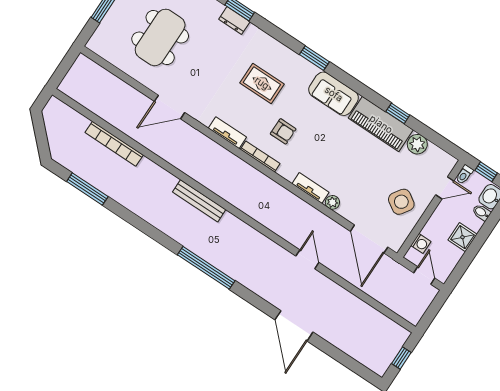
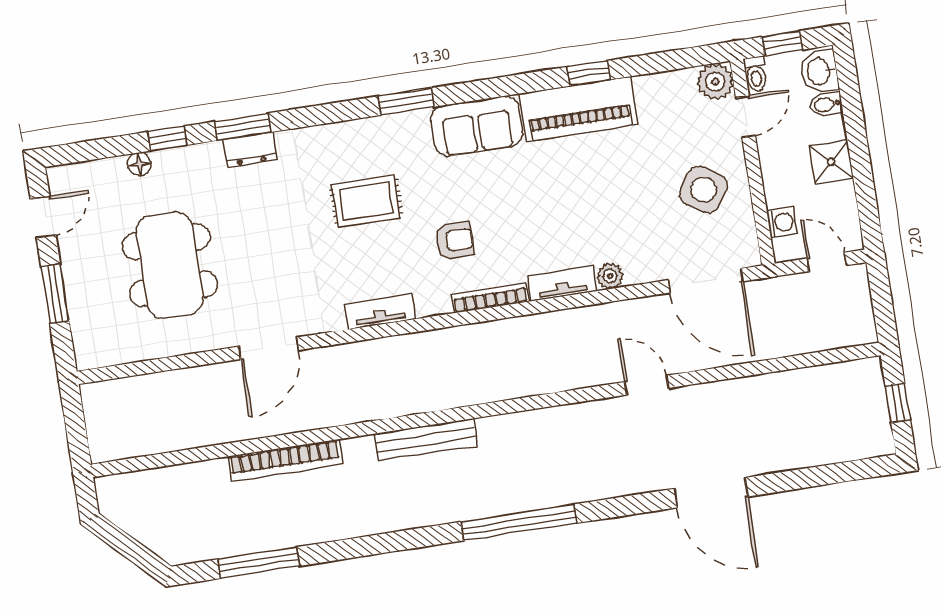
bookcase: (114, 144) -> (285, 460), moved
plant: (417, 144) -> (715, 82), moved
bookcase: (260, 156) -> (490, 298), moved

